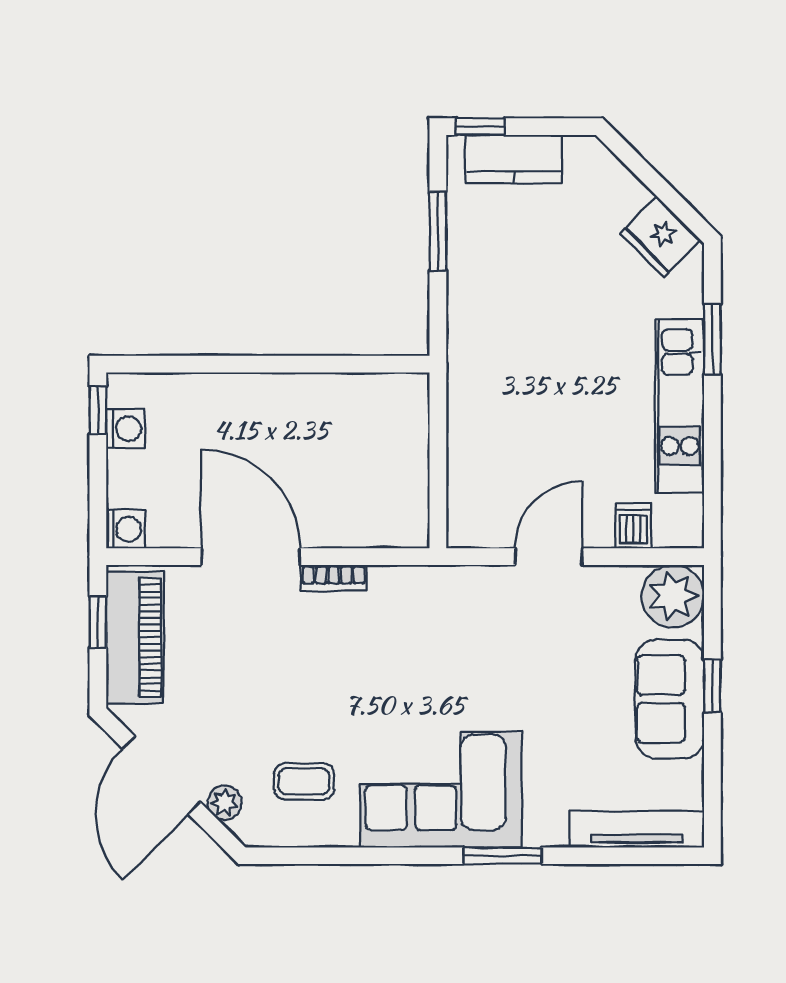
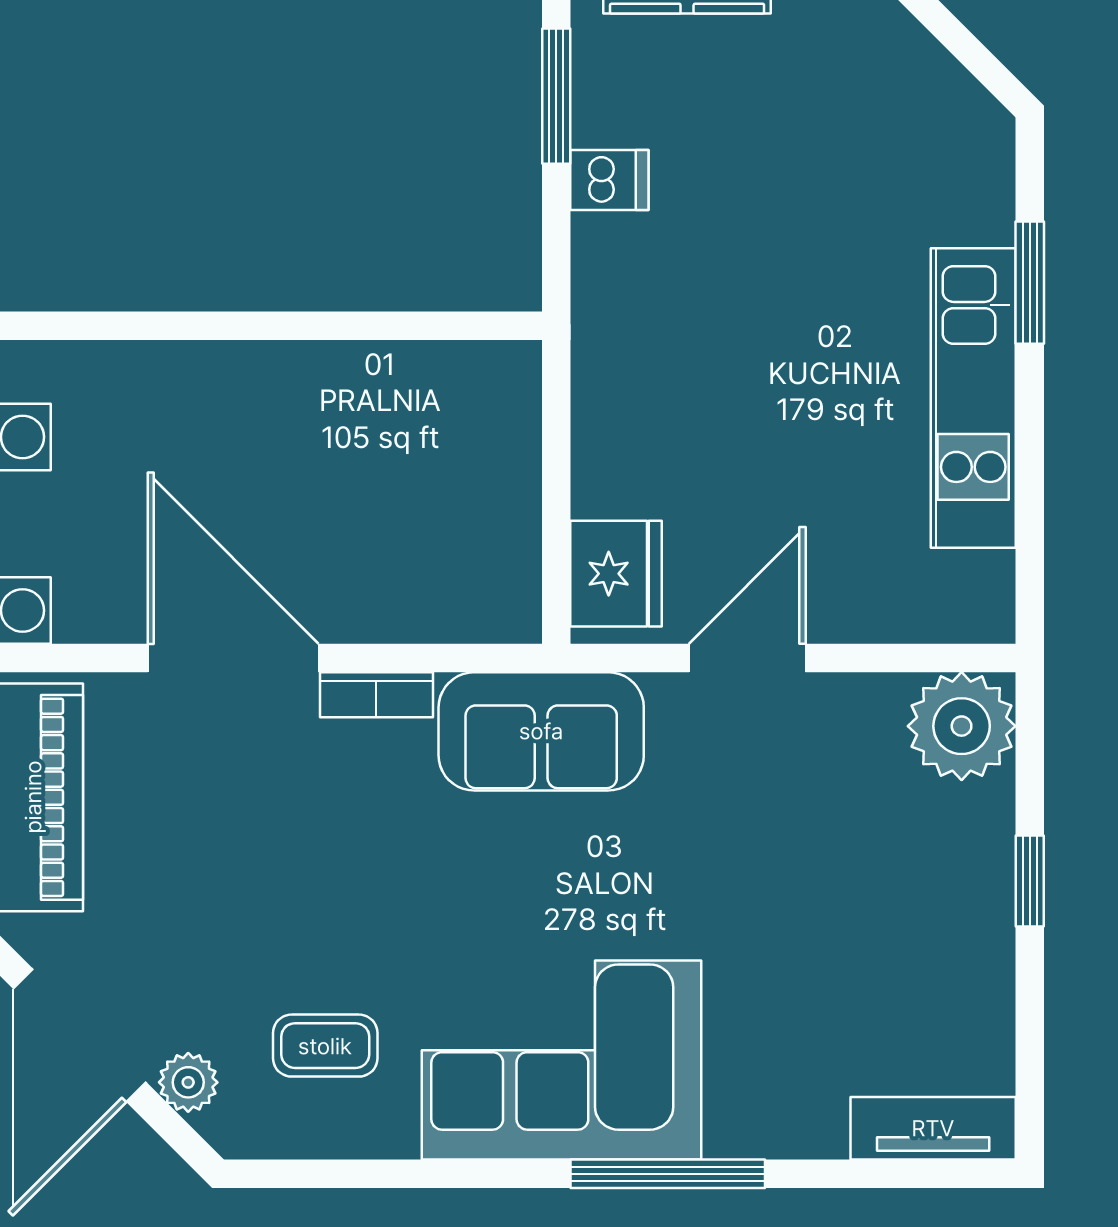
fridge: (660, 237) -> (616, 574), moved, turned -135
dishwasher: (633, 526) -> (609, 180), moved, turned 90
sofa: (670, 699) -> (541, 731), moved, turned -90
tv unit: (637, 829) -> (933, 1128), width x0.71
window: (503, 856) -> (668, 1174), width x1.44

